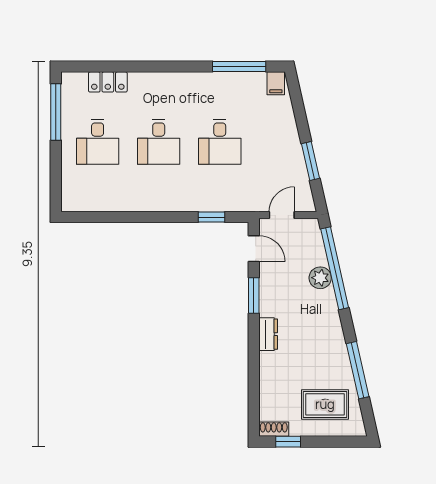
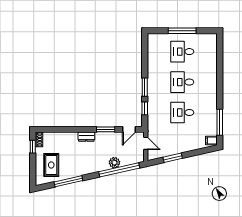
locker: (108, 82) -> (212, 57), removed
window: (56, 112) -> (182, 31), moved
window: (169, 217) -> (145, 87), added

